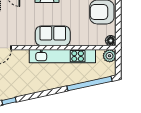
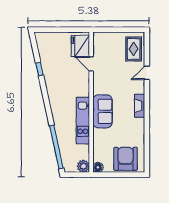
kitchen unit: (62, 56) -> (83, 121), width x0.73

